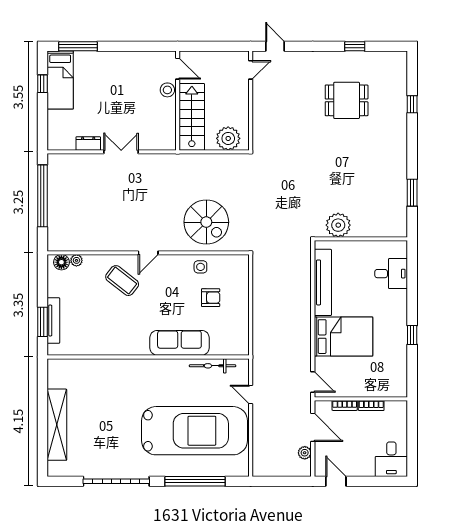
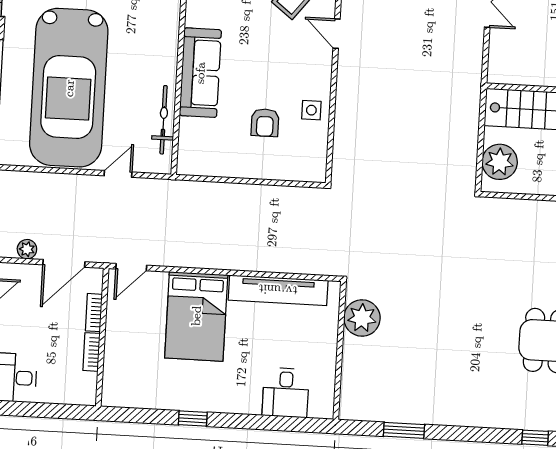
spiral stairs: (206, 222) -> (377, 122), removed

